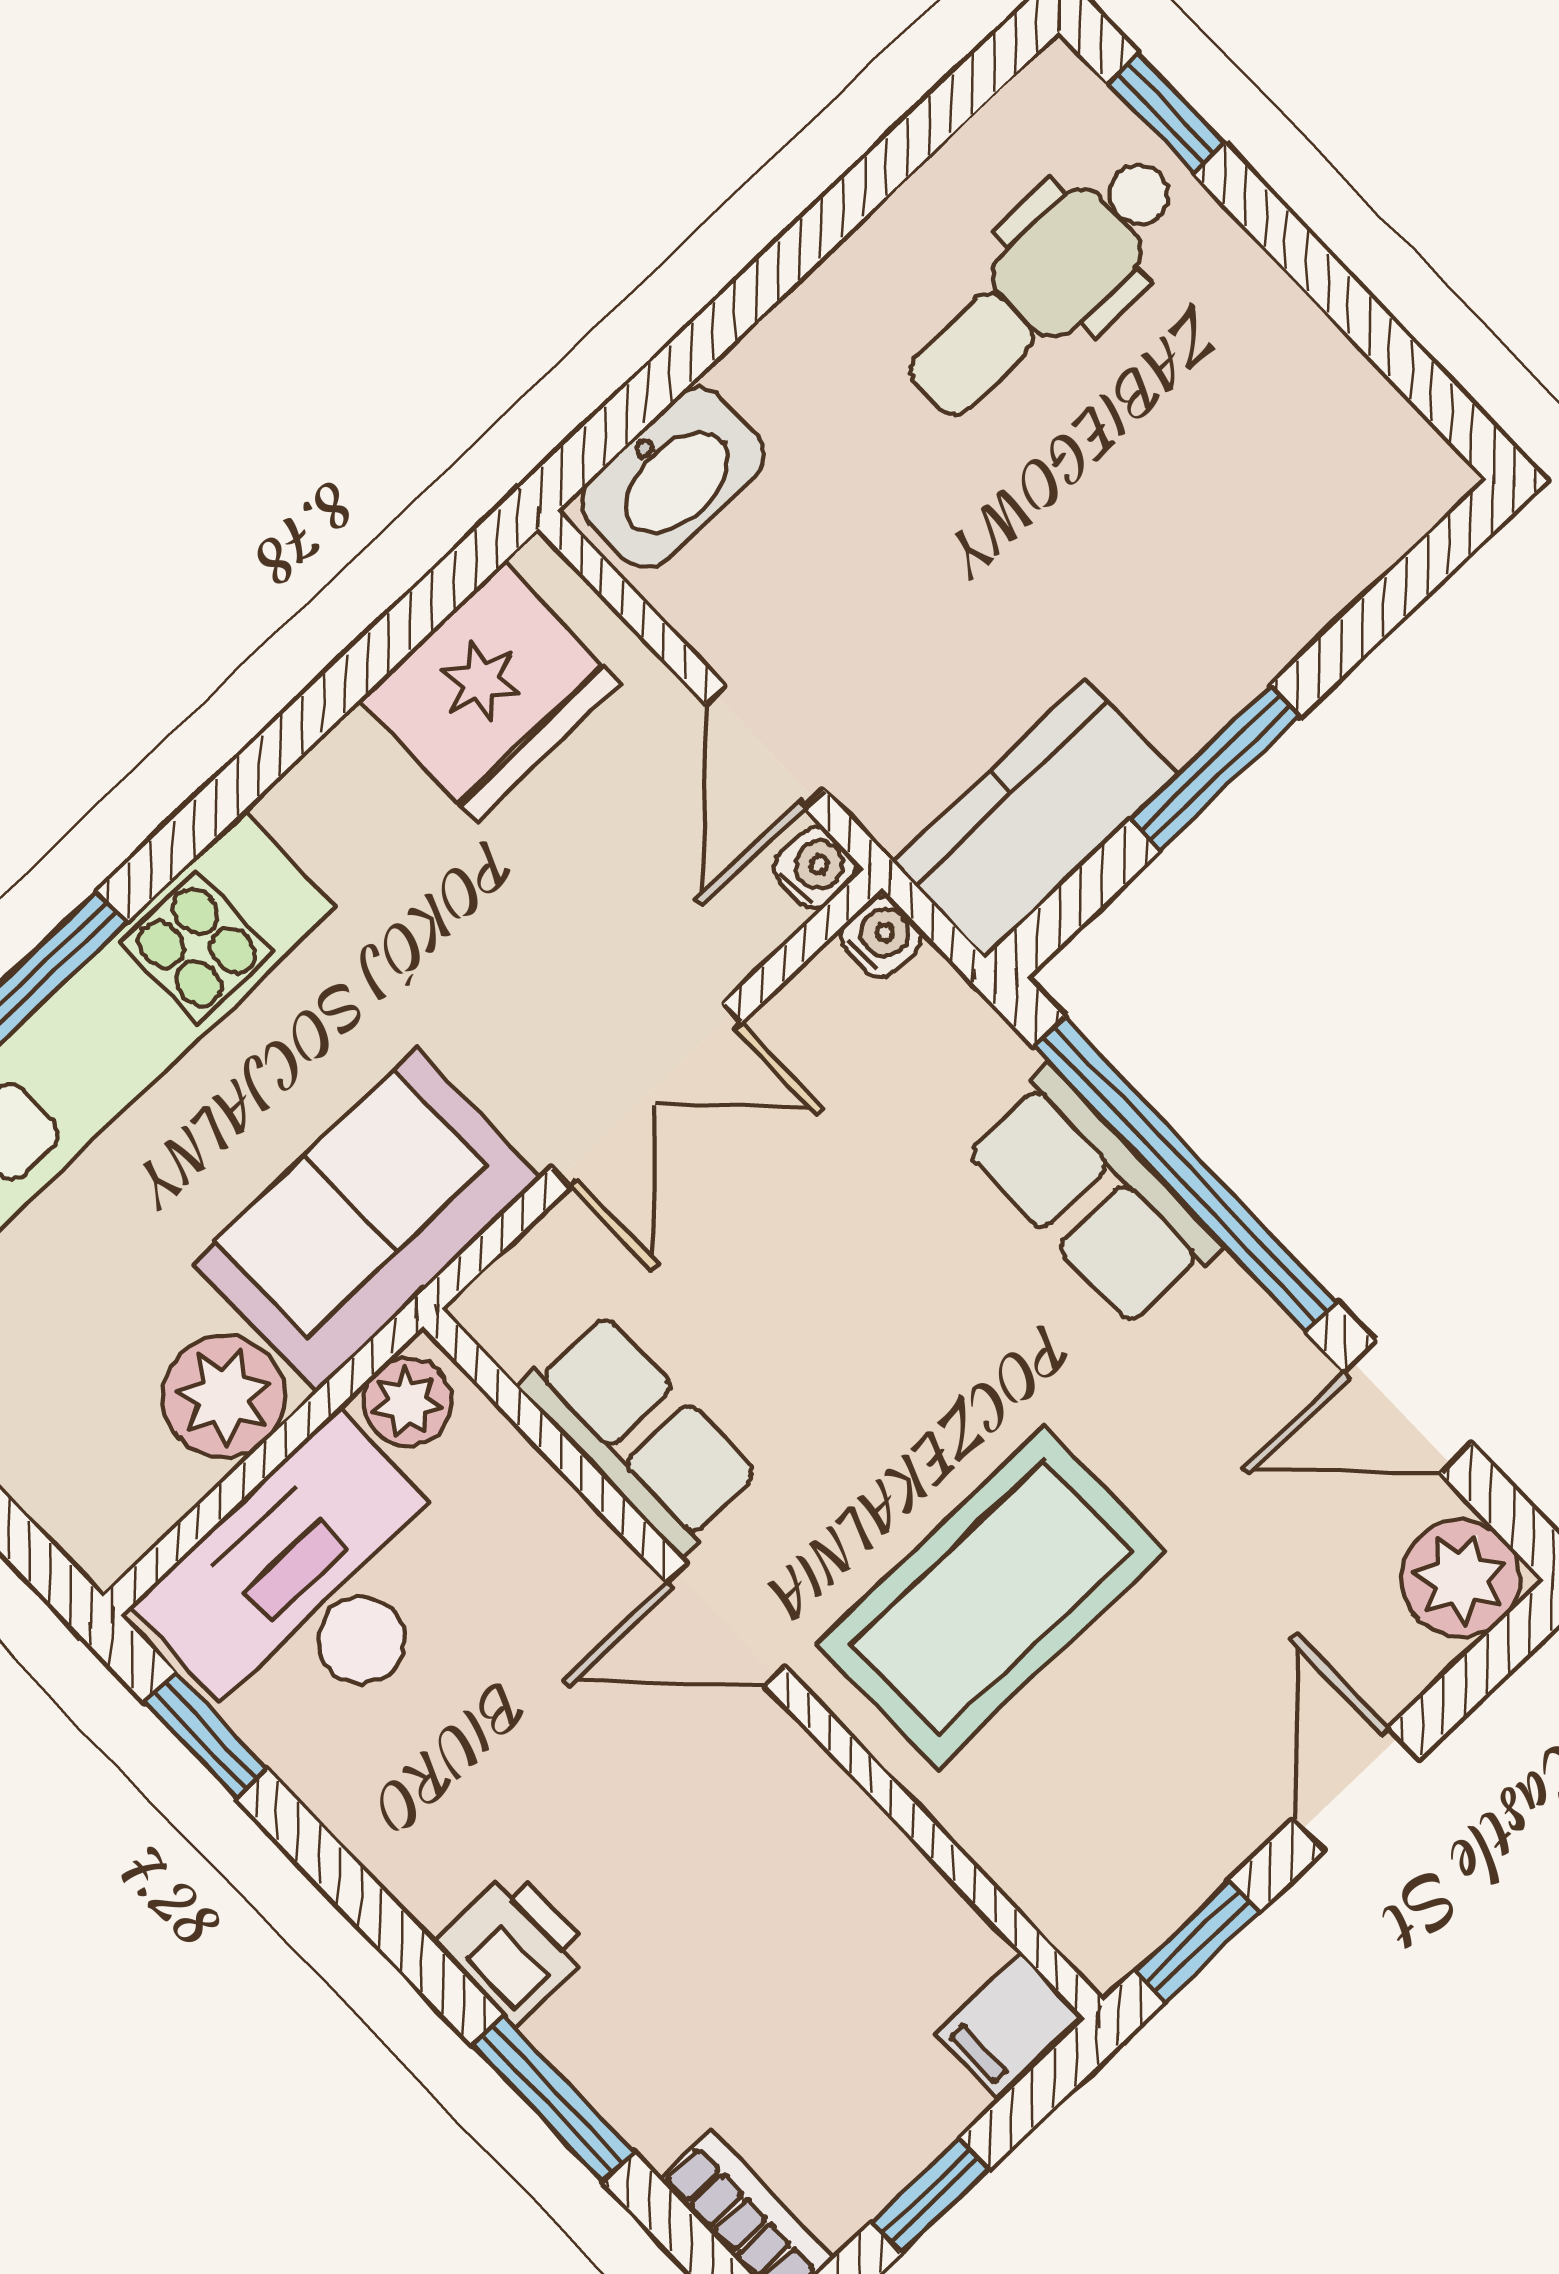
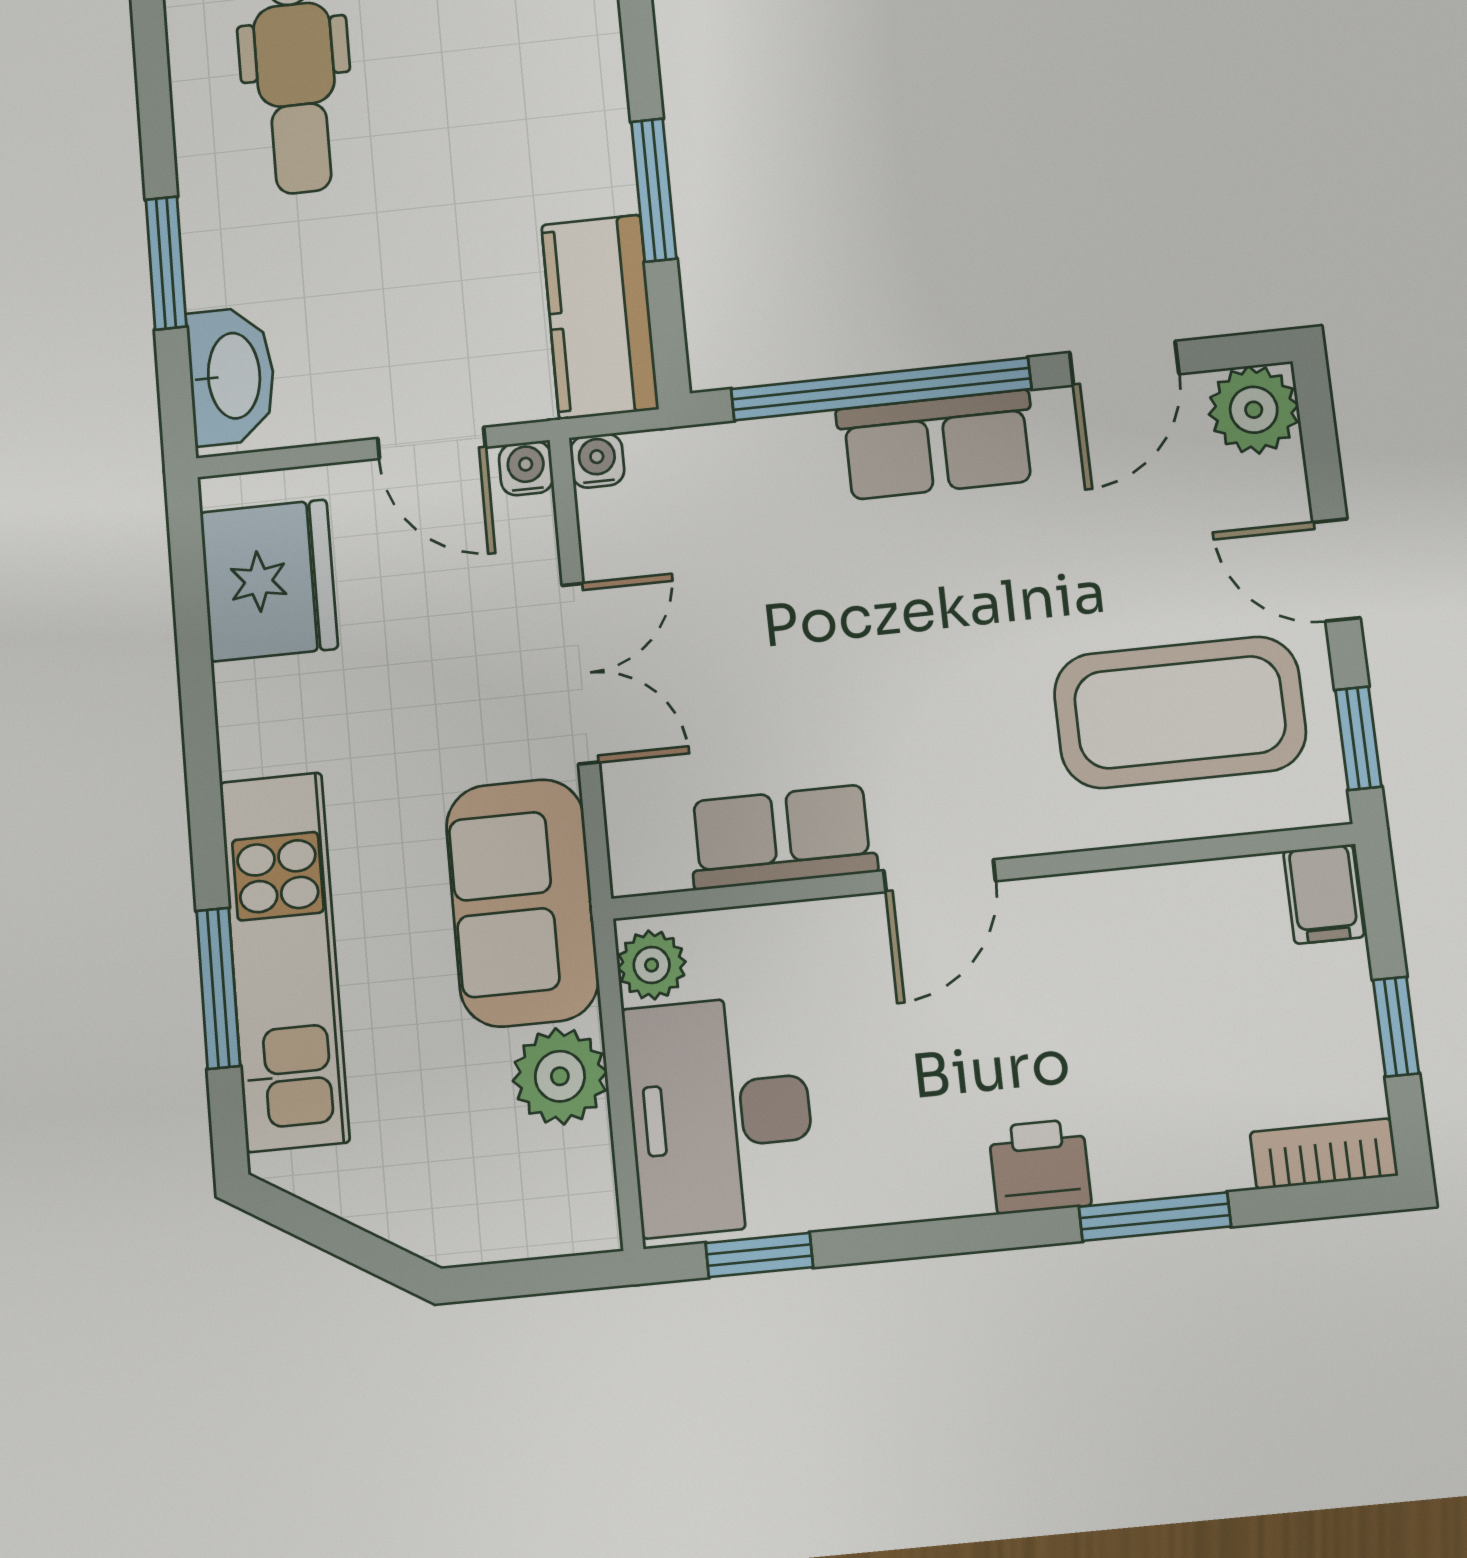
window: (738, 309) -> (166, 263), added
row of seats: (1093, 1197) -> (937, 445), moved
coffee table: (991, 1597) -> (1180, 712), moved, turned 90

